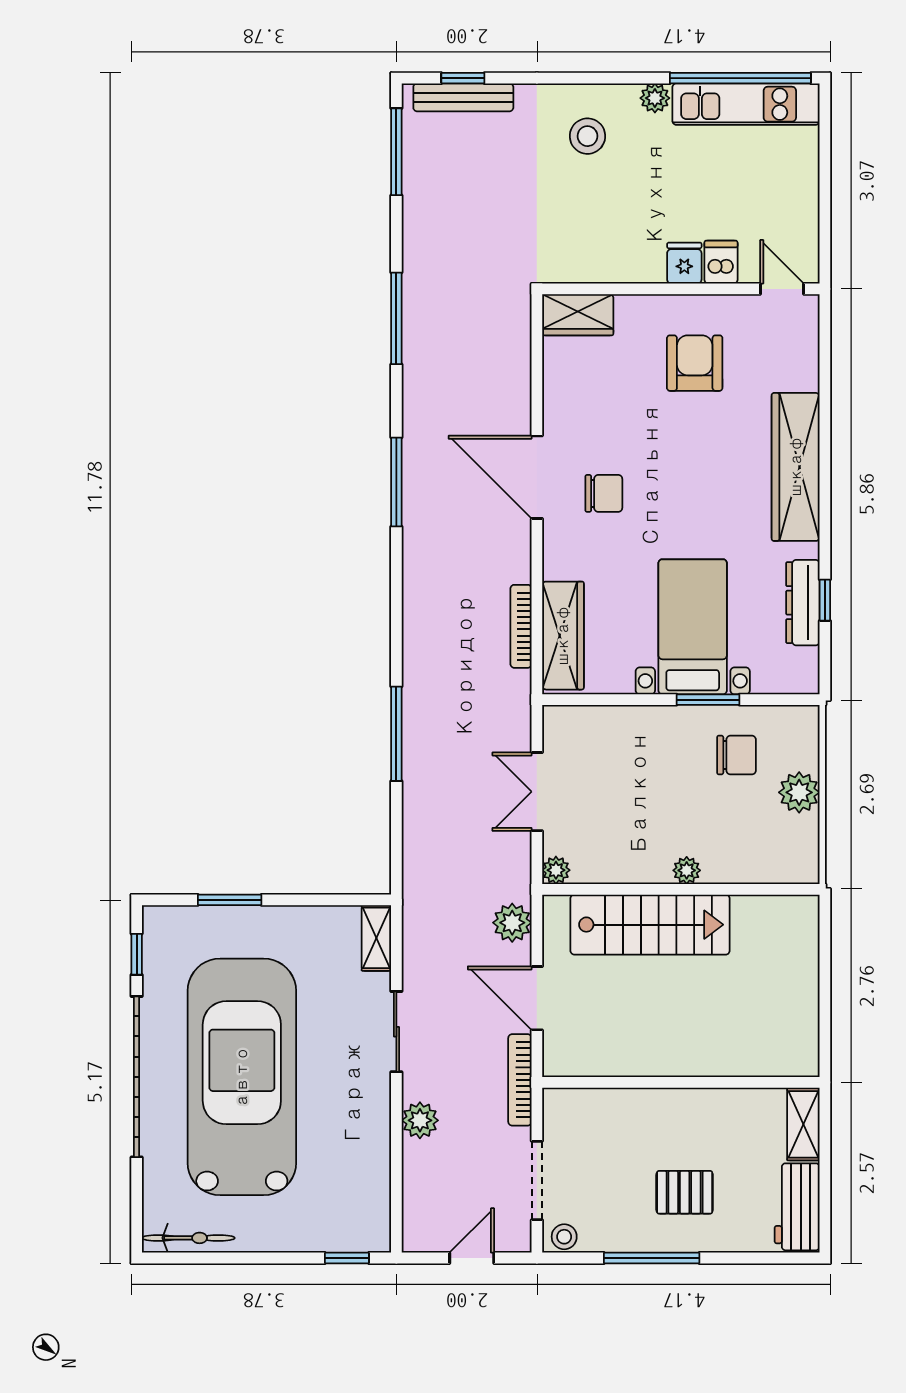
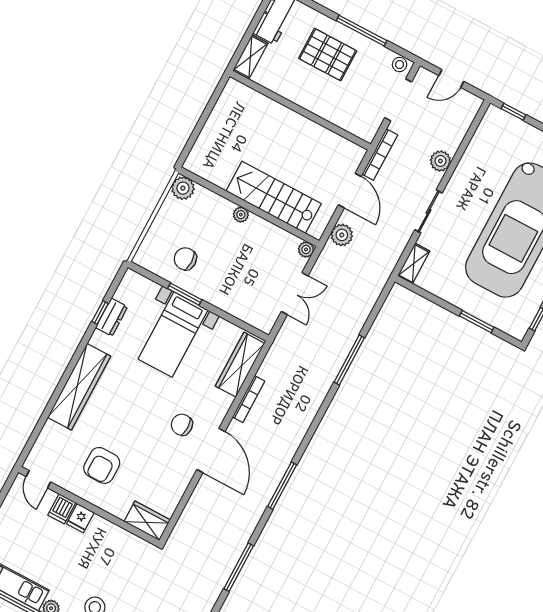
dresser: (803, 603) -> (112, 317), width x0.70
bookcase: (521, 626) -> (249, 399), moved
plant: (799, 792) -> (183, 188), moved
pallet: (685, 1192) -> (328, 55), width x1.50, depth x1.42

